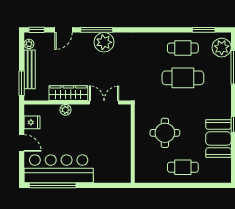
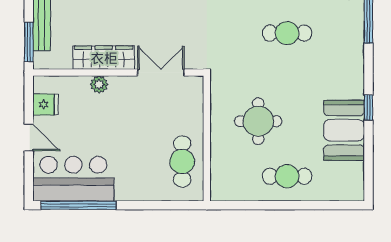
cafe table: (183, 78) -> (287, 33), width x0.73, depth x0.74
cafe table: (117, 158) -> (182, 162), added
bar counter: (59, 169) -> (73, 179), width x0.73

